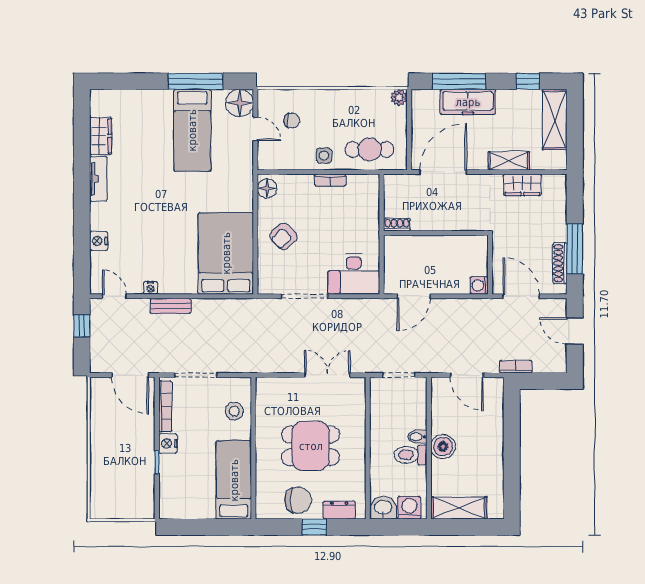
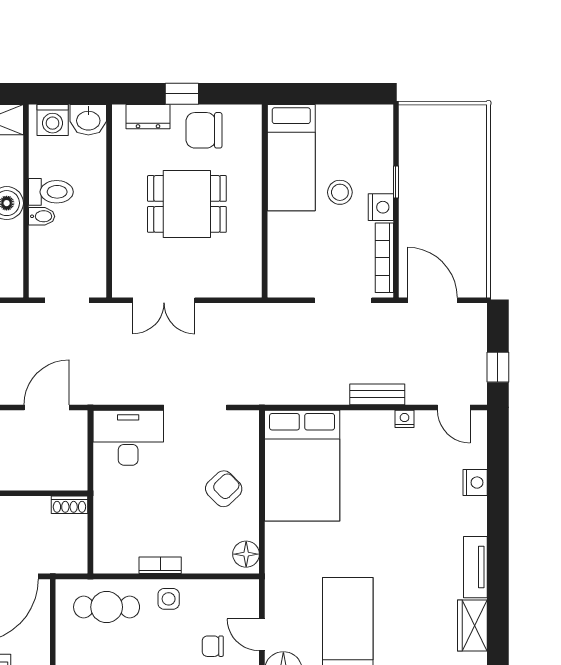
stool: (234, 411) -> (340, 192), moved

